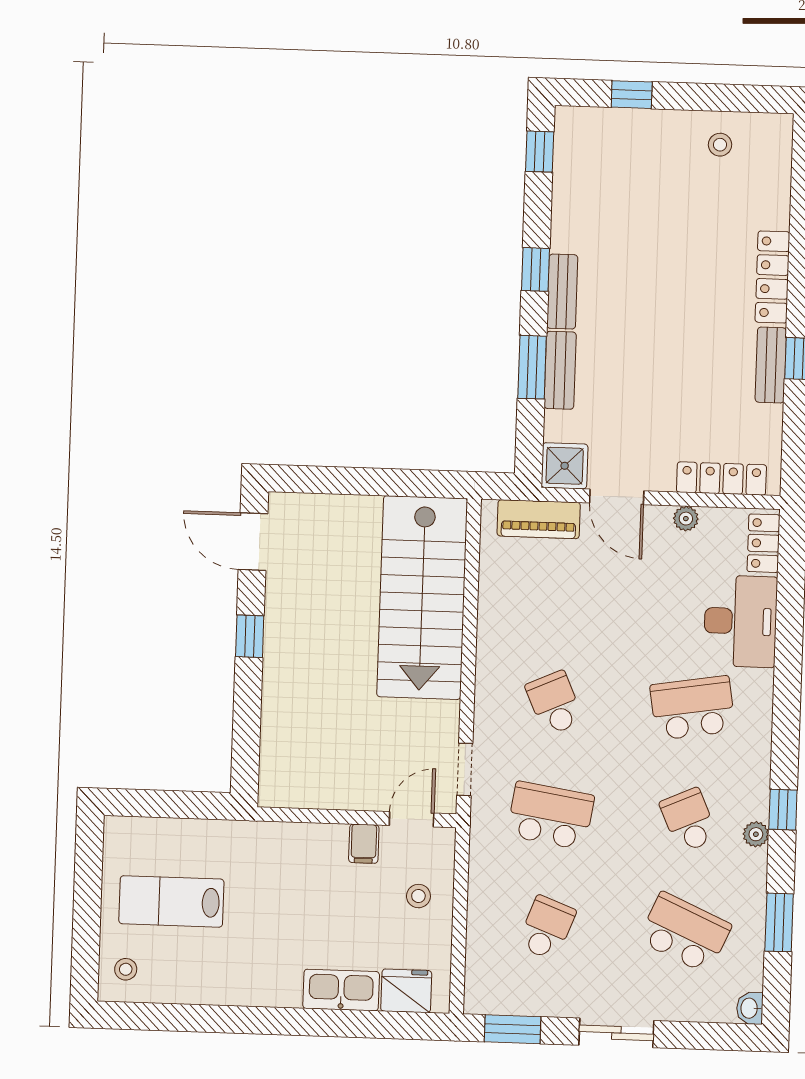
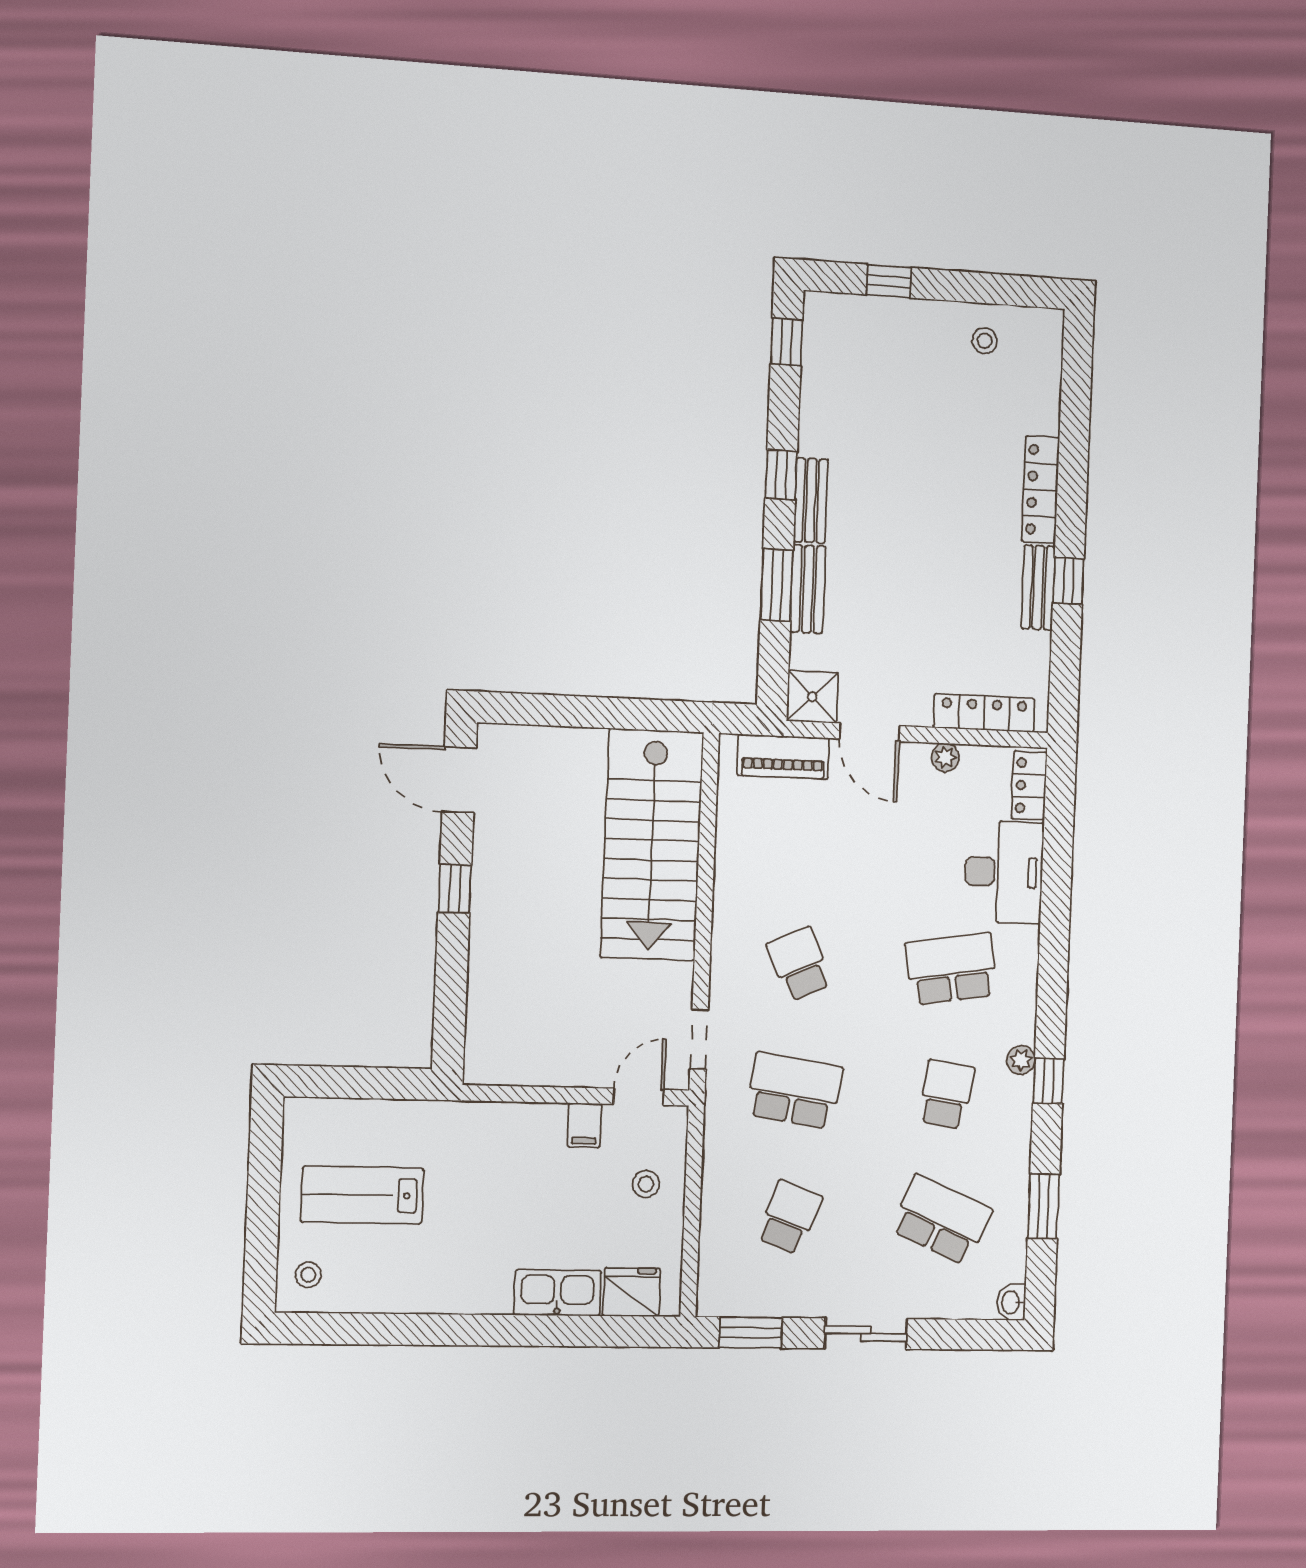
school desk: (689, 820) -> (946, 1094), turned 33
plant: (756, 834) -> (1021, 1060), moved

